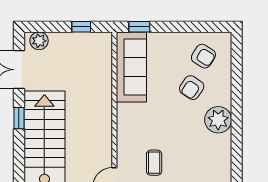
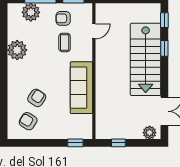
sofa: (131, 67) -> (81, 88), moved
window: (19, 118) -> (164, 48), moved
plant: (218, 120) -> (17, 50), moved

